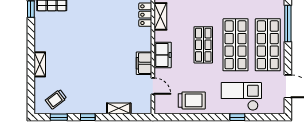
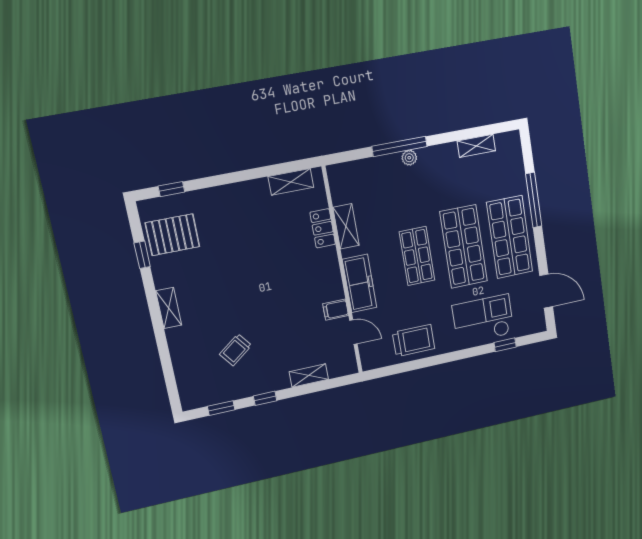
freezer: (163, 55) -> (360, 283), width x1.40
filing cabinet: (144, 63) -> (336, 310), width x0.50
shelving: (40, 64) -> (169, 308), moved
trolley: (56, 99) -> (236, 350), moved
window: (237, 117) -> (505, 345), moved

